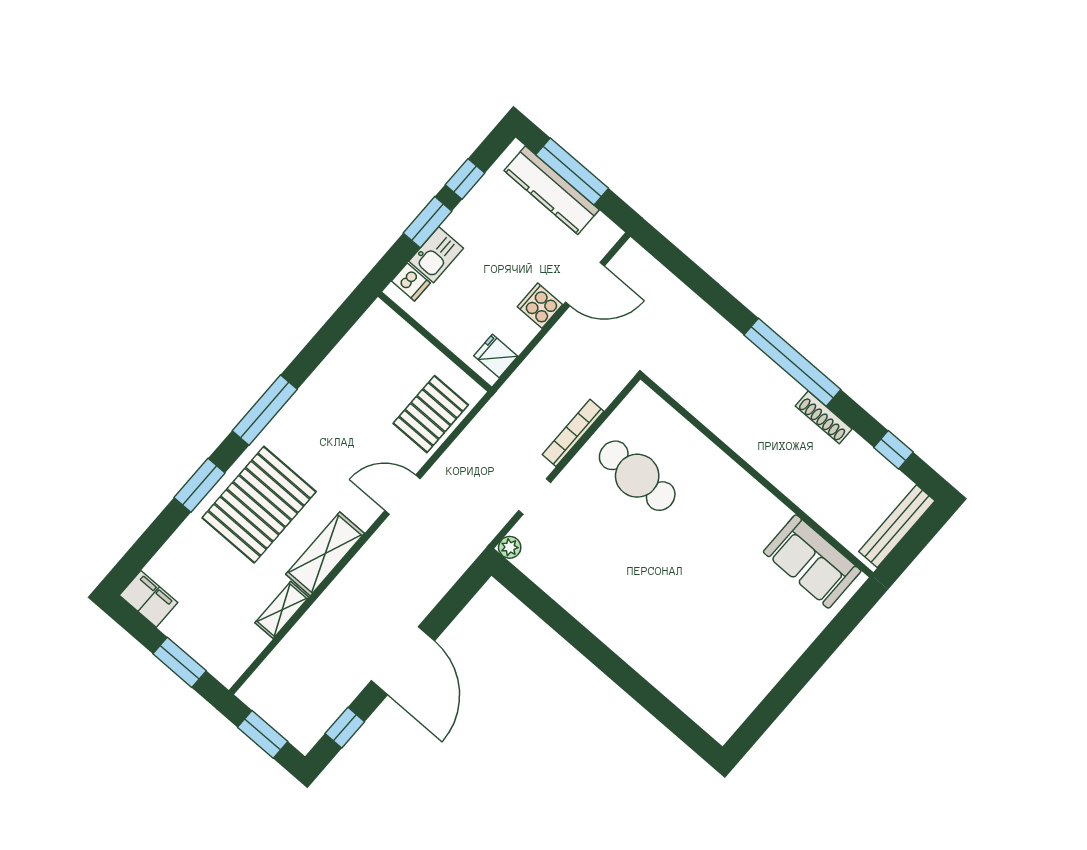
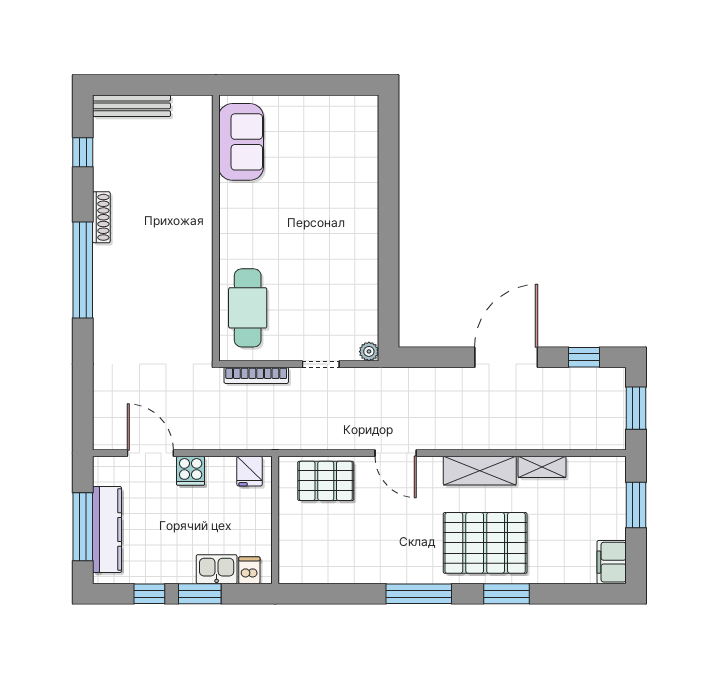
wall: (757, 476) -> (216, 228), moved
sofa: (812, 561) -> (241, 142), moved

